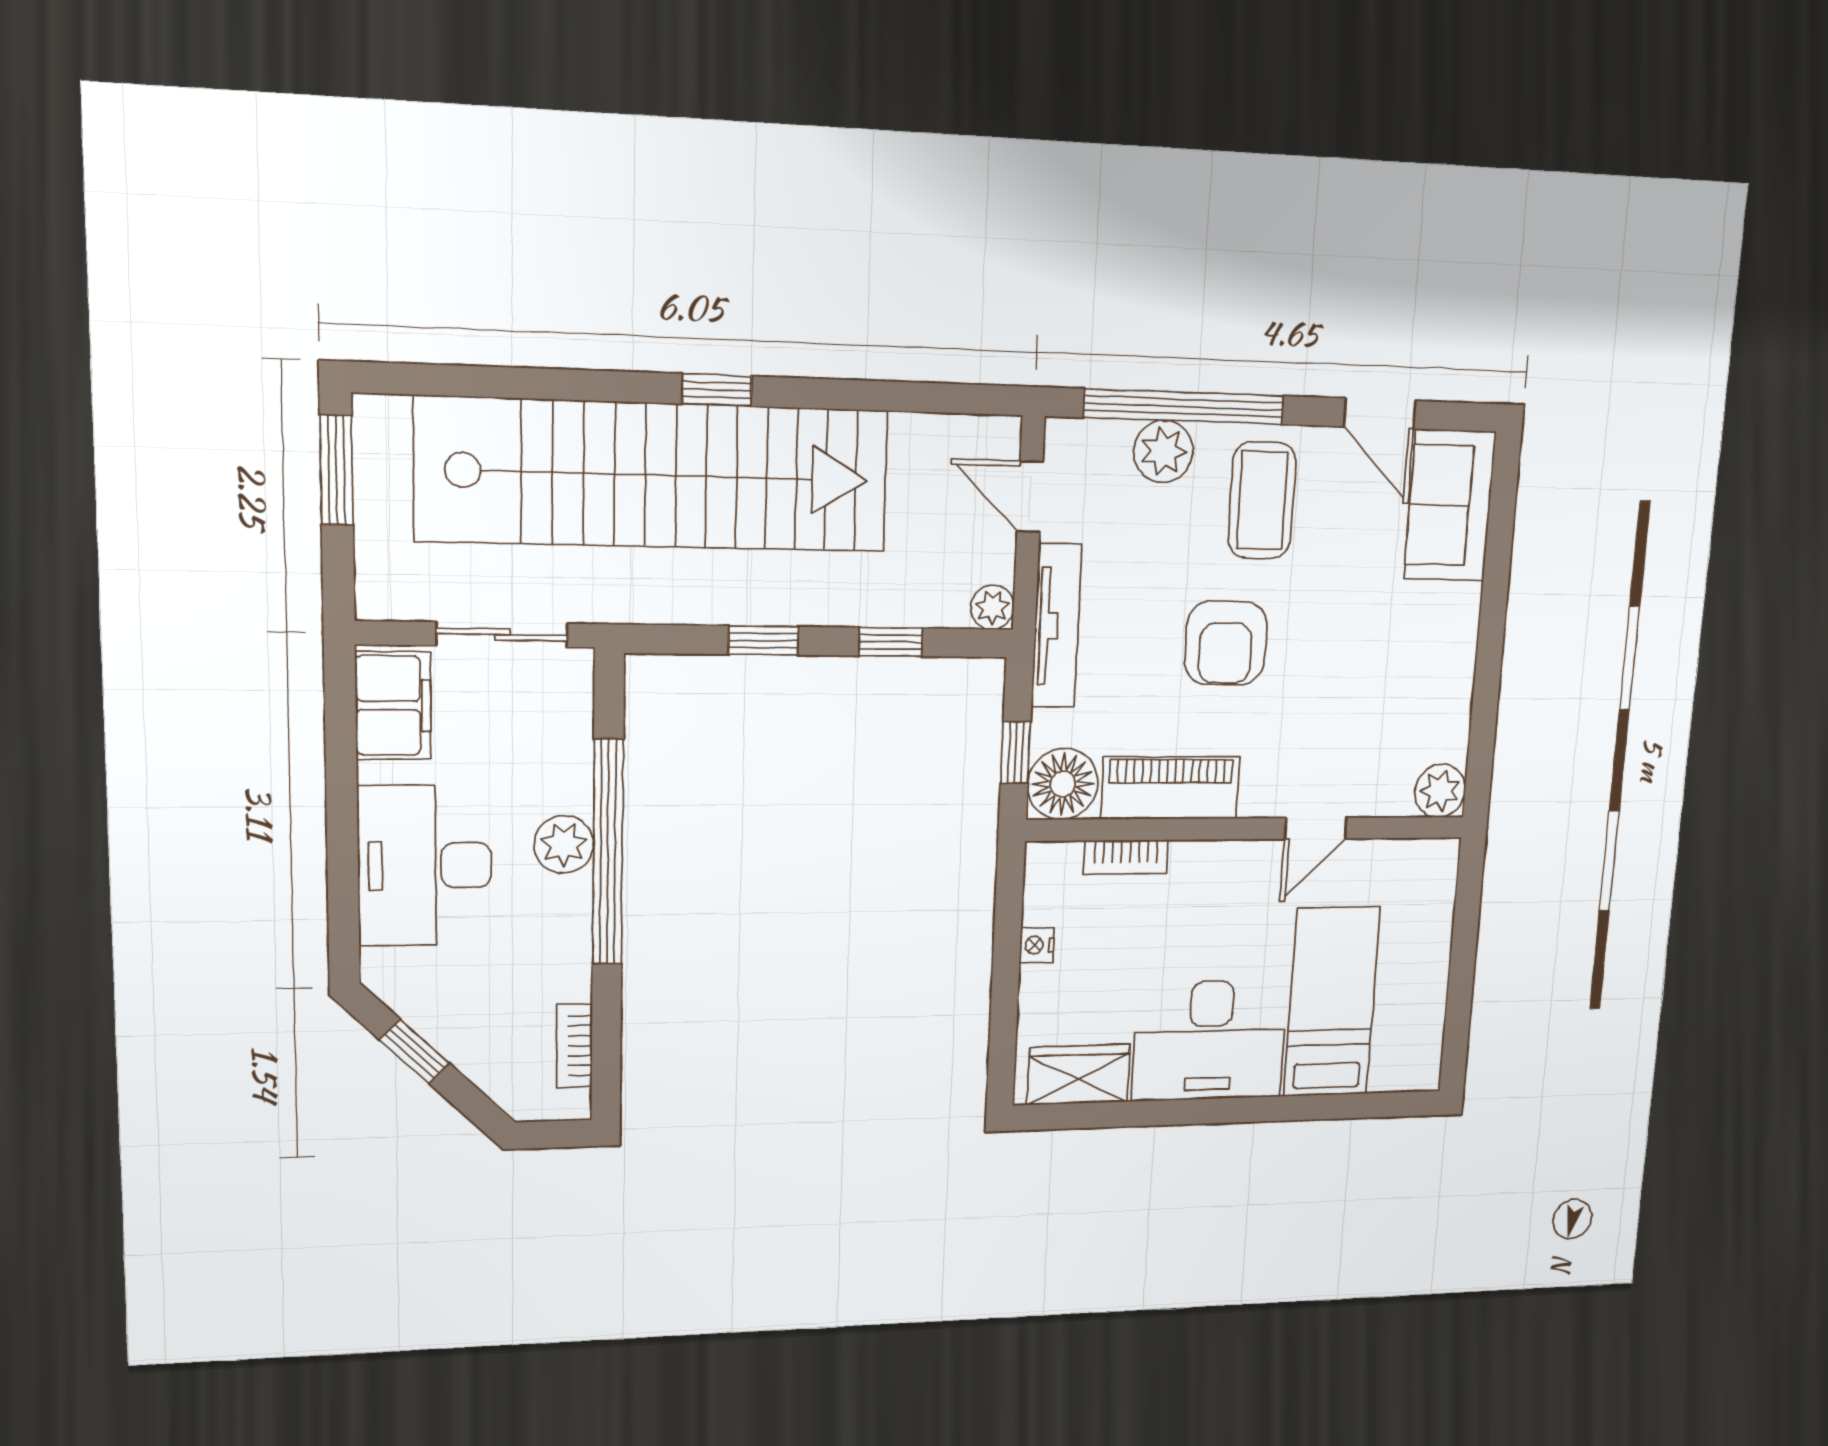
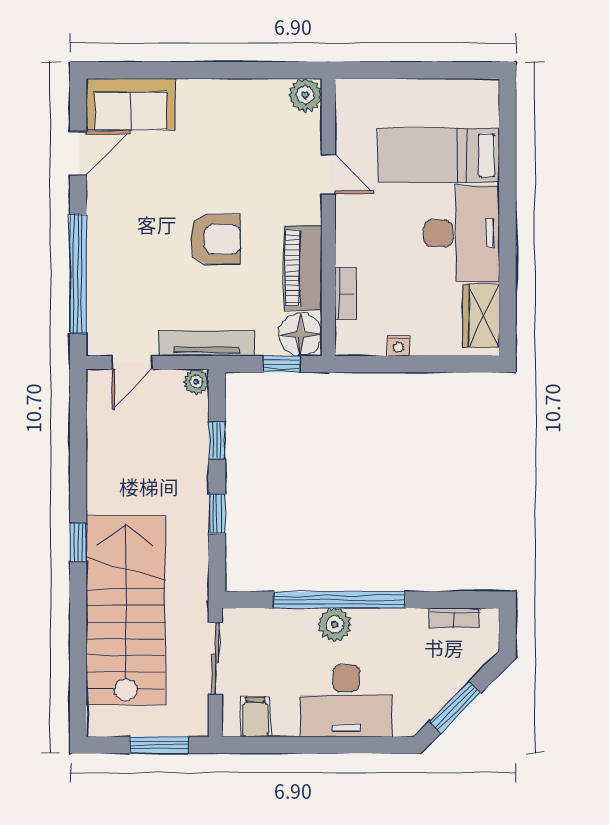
plant: (1163, 451) -> (104, 284), removed
window: (337, 470) -> (159, 745), moved
stairs: (655, 475) -> (126, 610), width x0.73
coffee table: (1262, 500) -> (131, 222), removed
filing cabinet: (393, 705) -> (255, 717), width x0.50
window: (415, 1051) -> (455, 707), width x1.50

